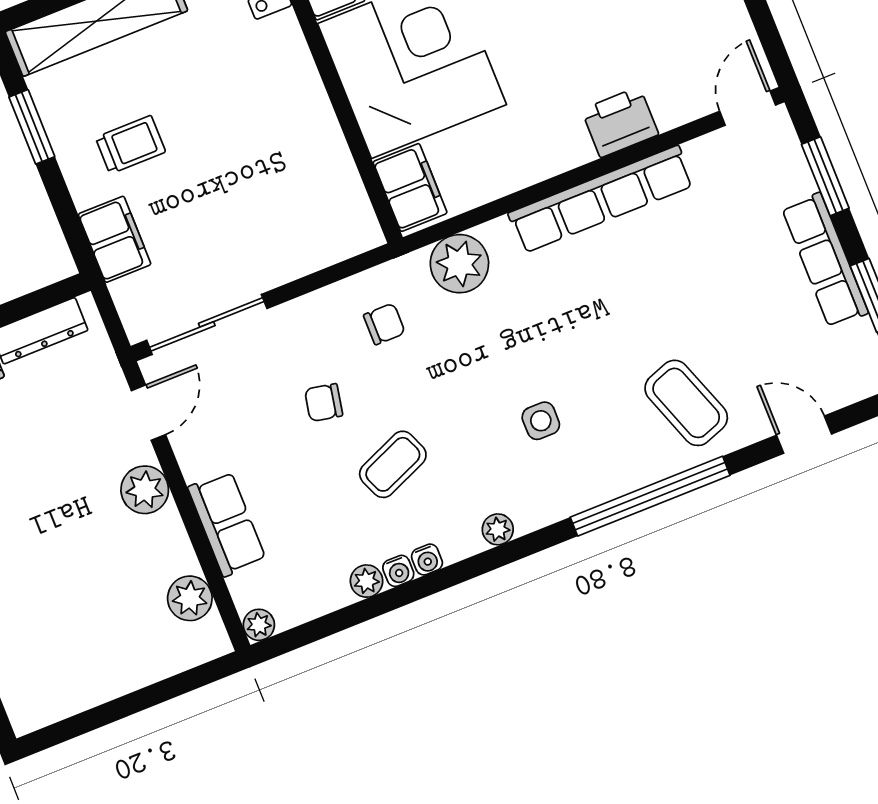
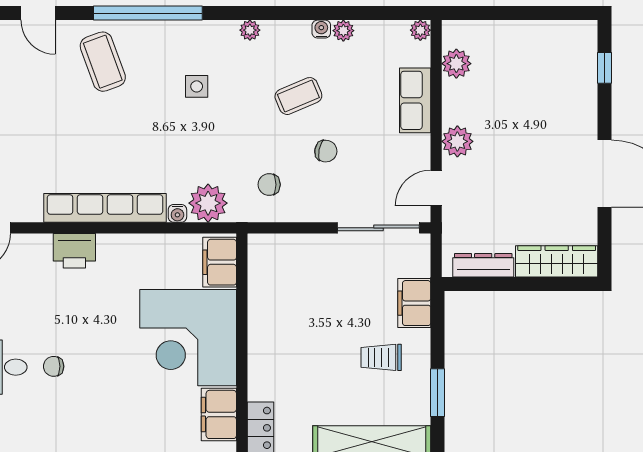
water cooler: (427, 560) -> (177, 213), moved, turned 180

